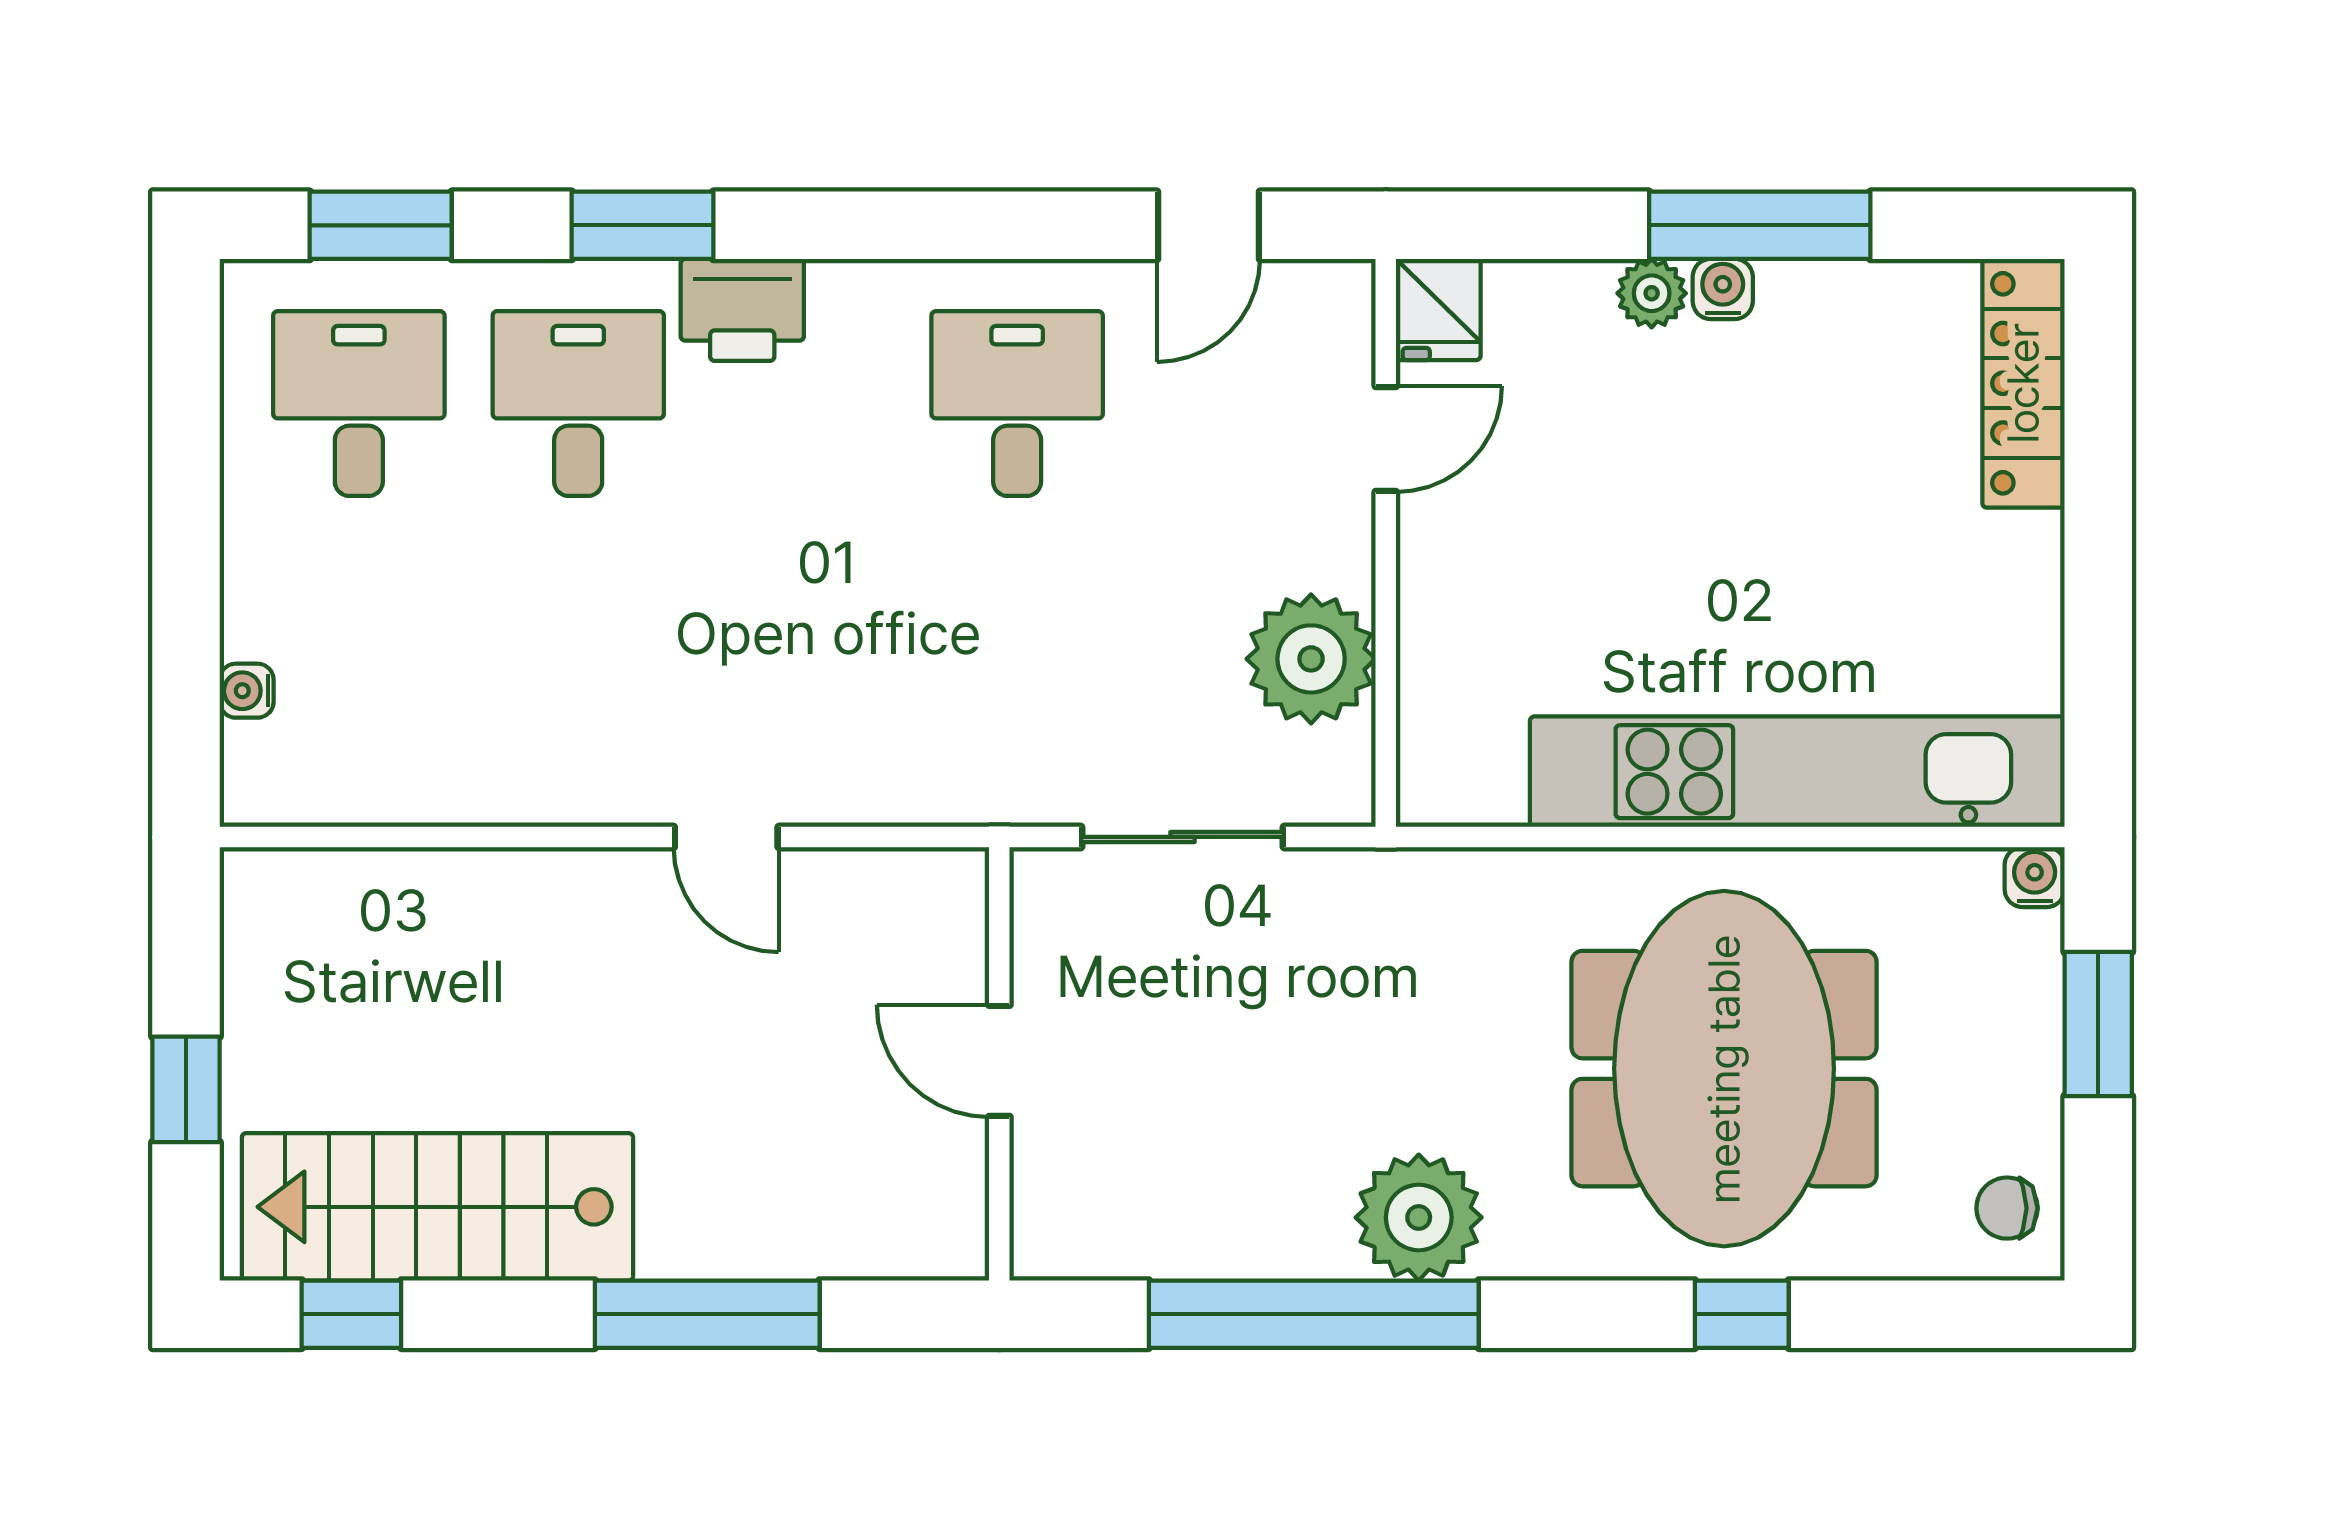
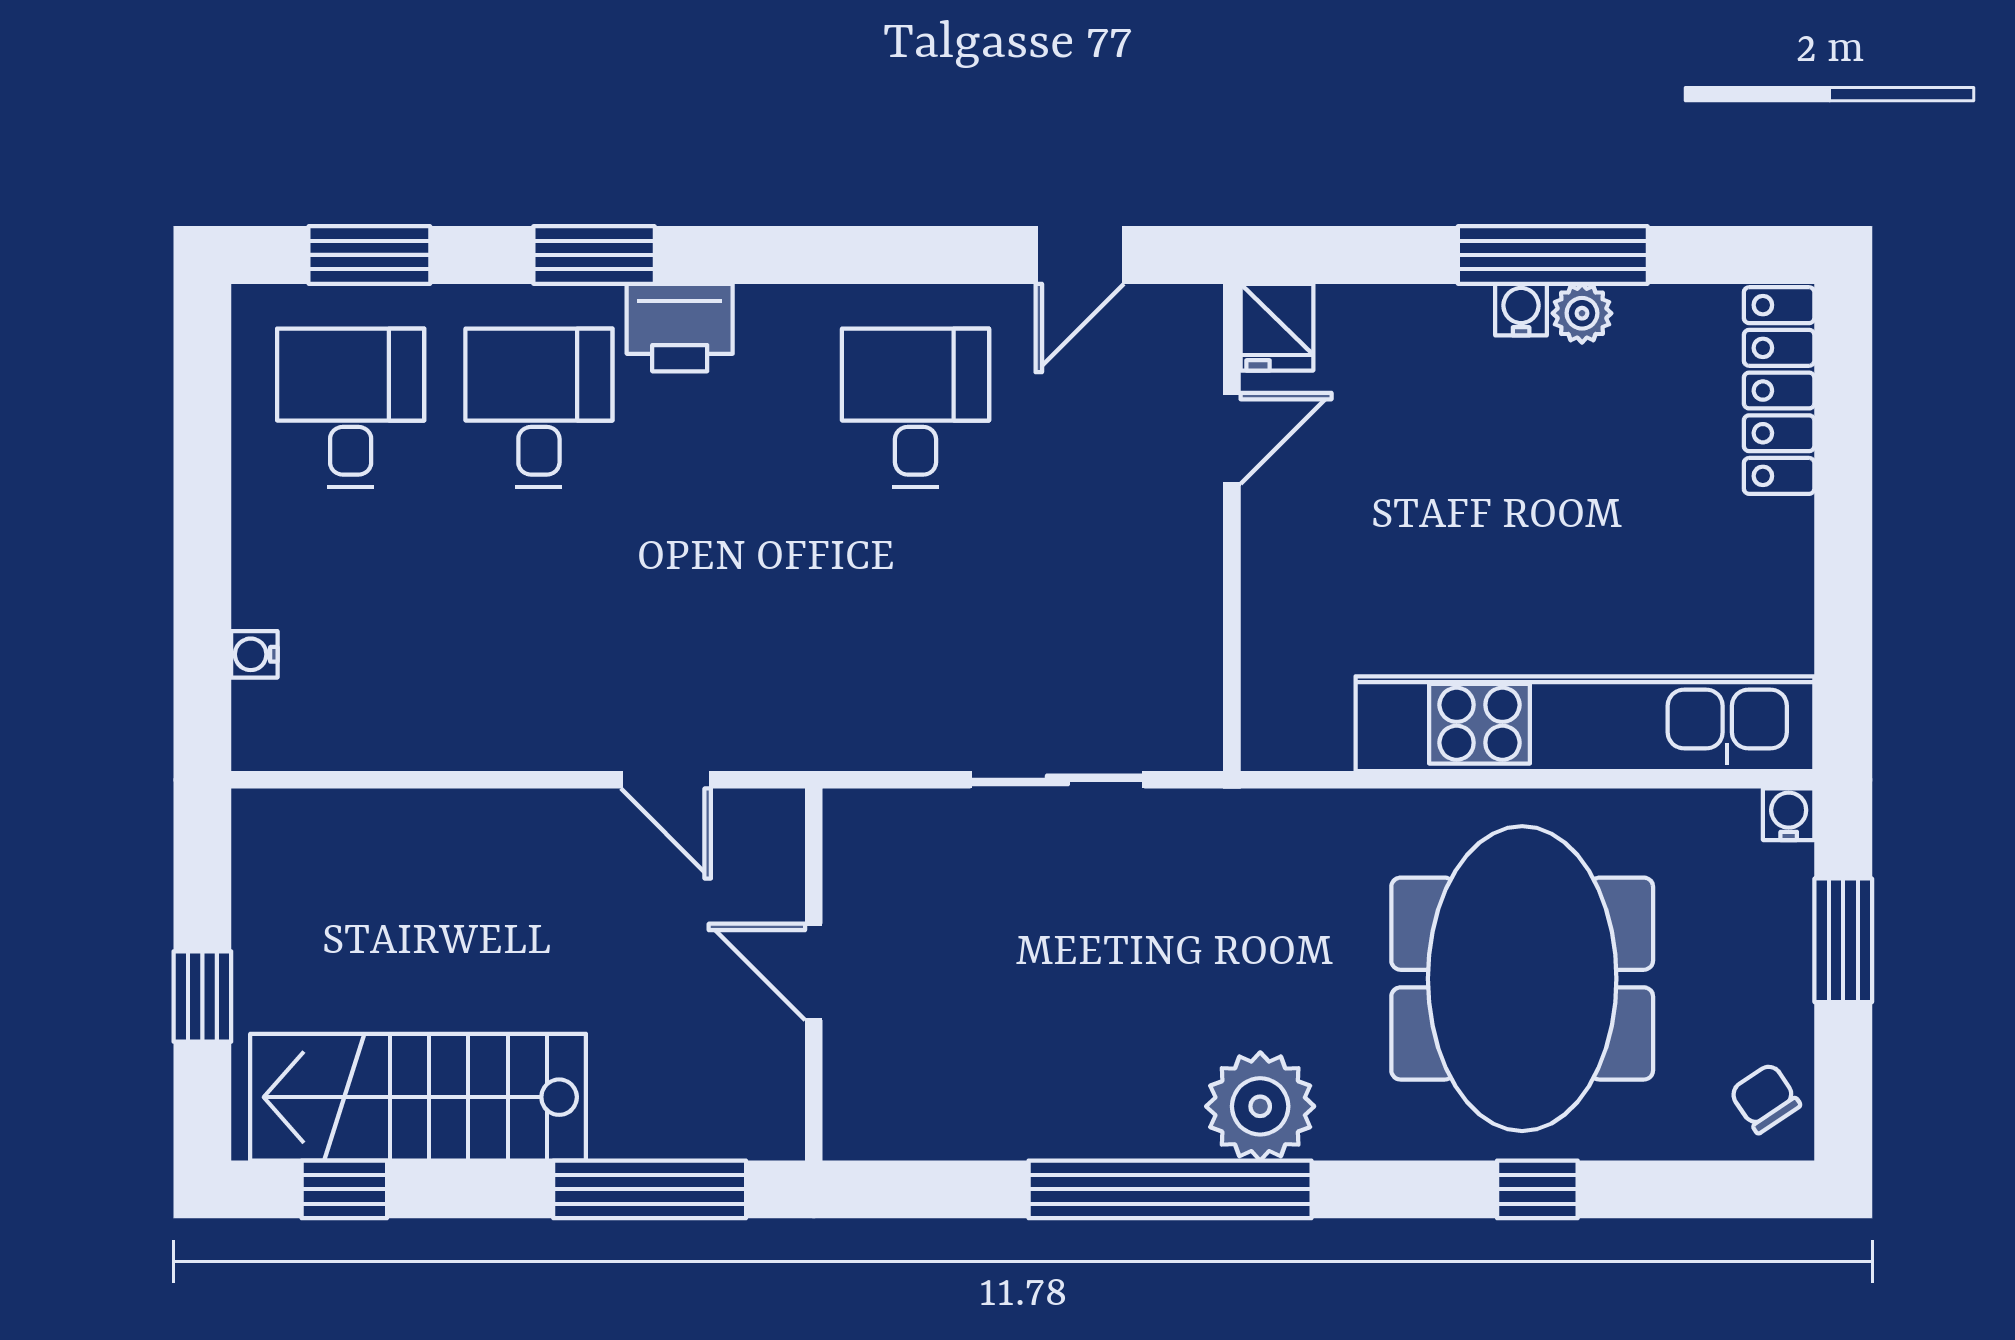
plant: (1652, 293) -> (1582, 313), moved
plant: (1311, 659) -> (1168, 627), removed
door: (999, 1061) -> (814, 972), moved
wall: (999, 1064) -> (814, 974), moved
chair: (2007, 1208) -> (1765, 1098), turned 56

